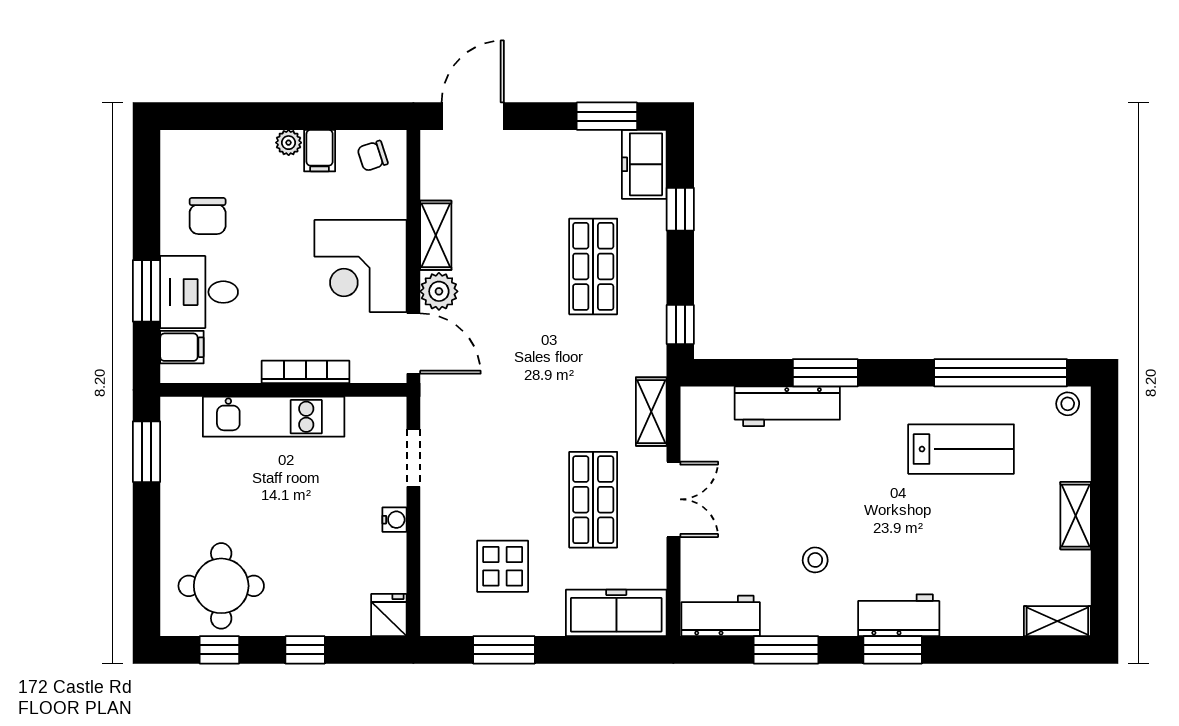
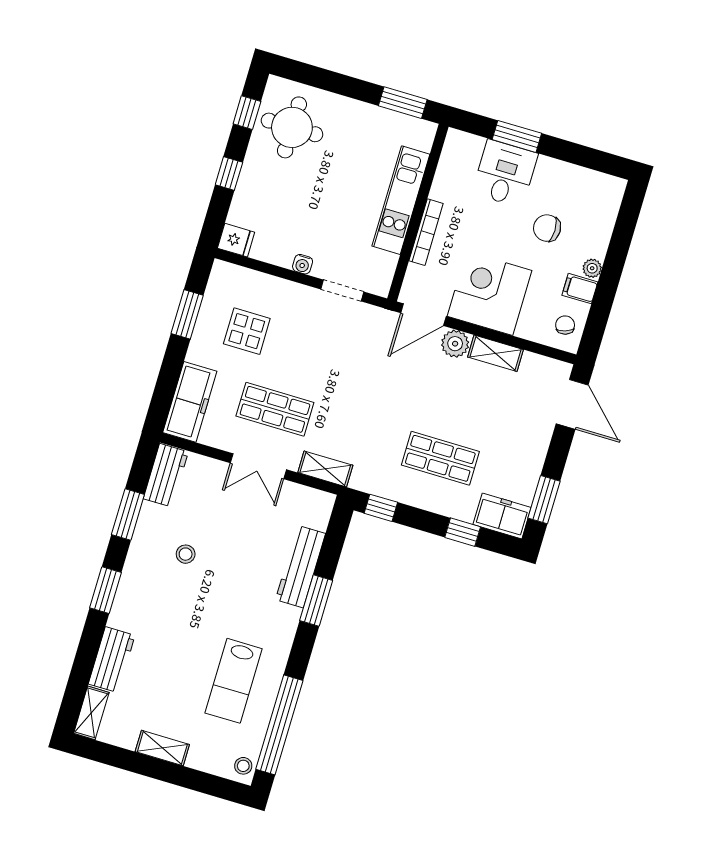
chair: (208, 216) -> (547, 228), moved
filing cabinet: (182, 347) -> (469, 150), removed
workbench: (899, 615) -> (112, 660), moved

